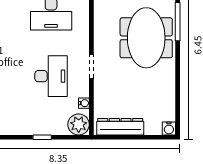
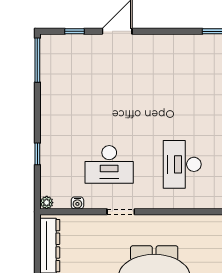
plant: (79, 124) -> (47, 203), width x0.53, depth x0.53

